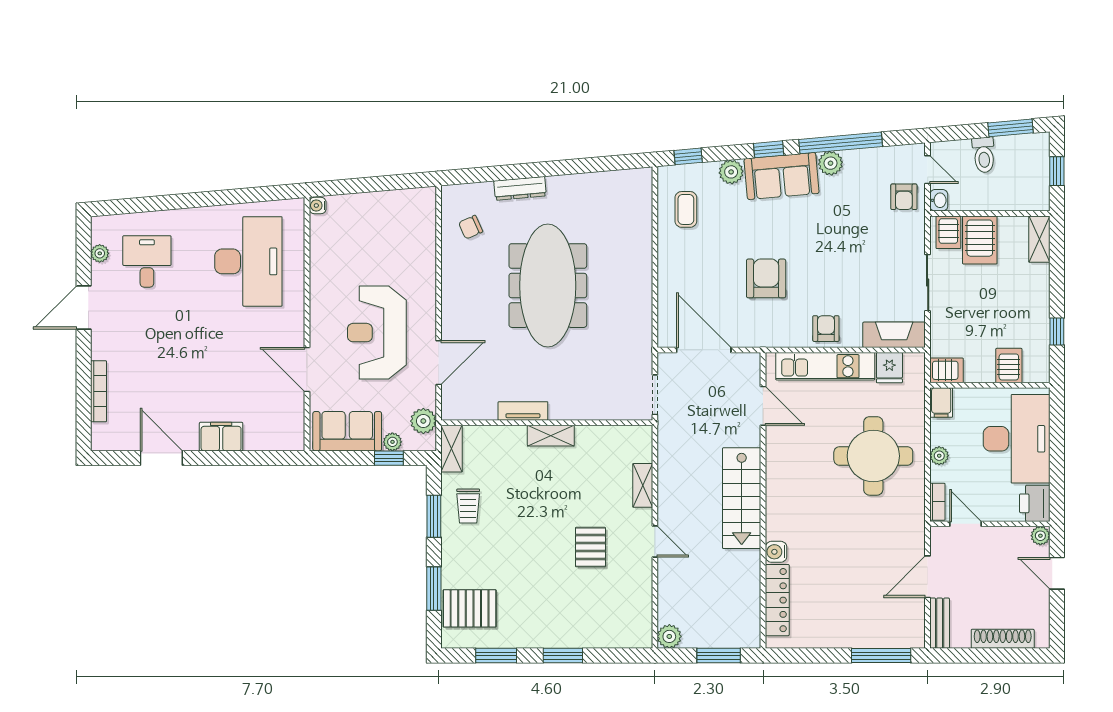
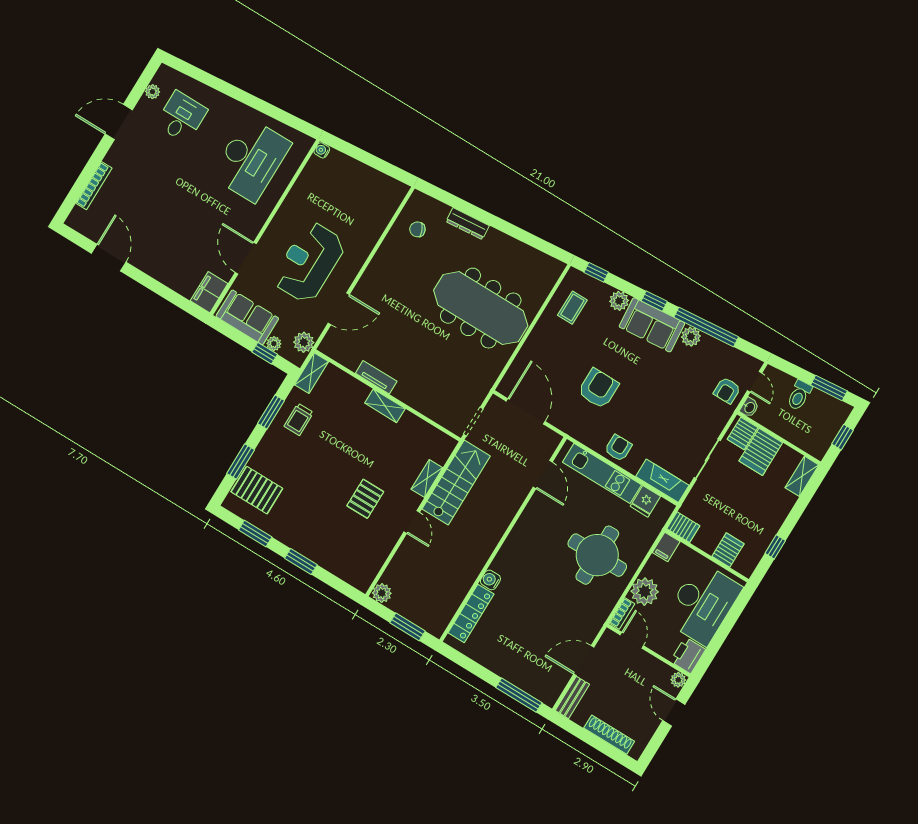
meeting table: (548, 286) -> (481, 308), moved, turned 90
filing cabinet: (221, 437) -> (209, 292), moved, turned -90
plant: (939, 456) -> (645, 592), width x1.87, depth x1.87
stairs: (742, 498) -> (456, 482), moved, turned 180

